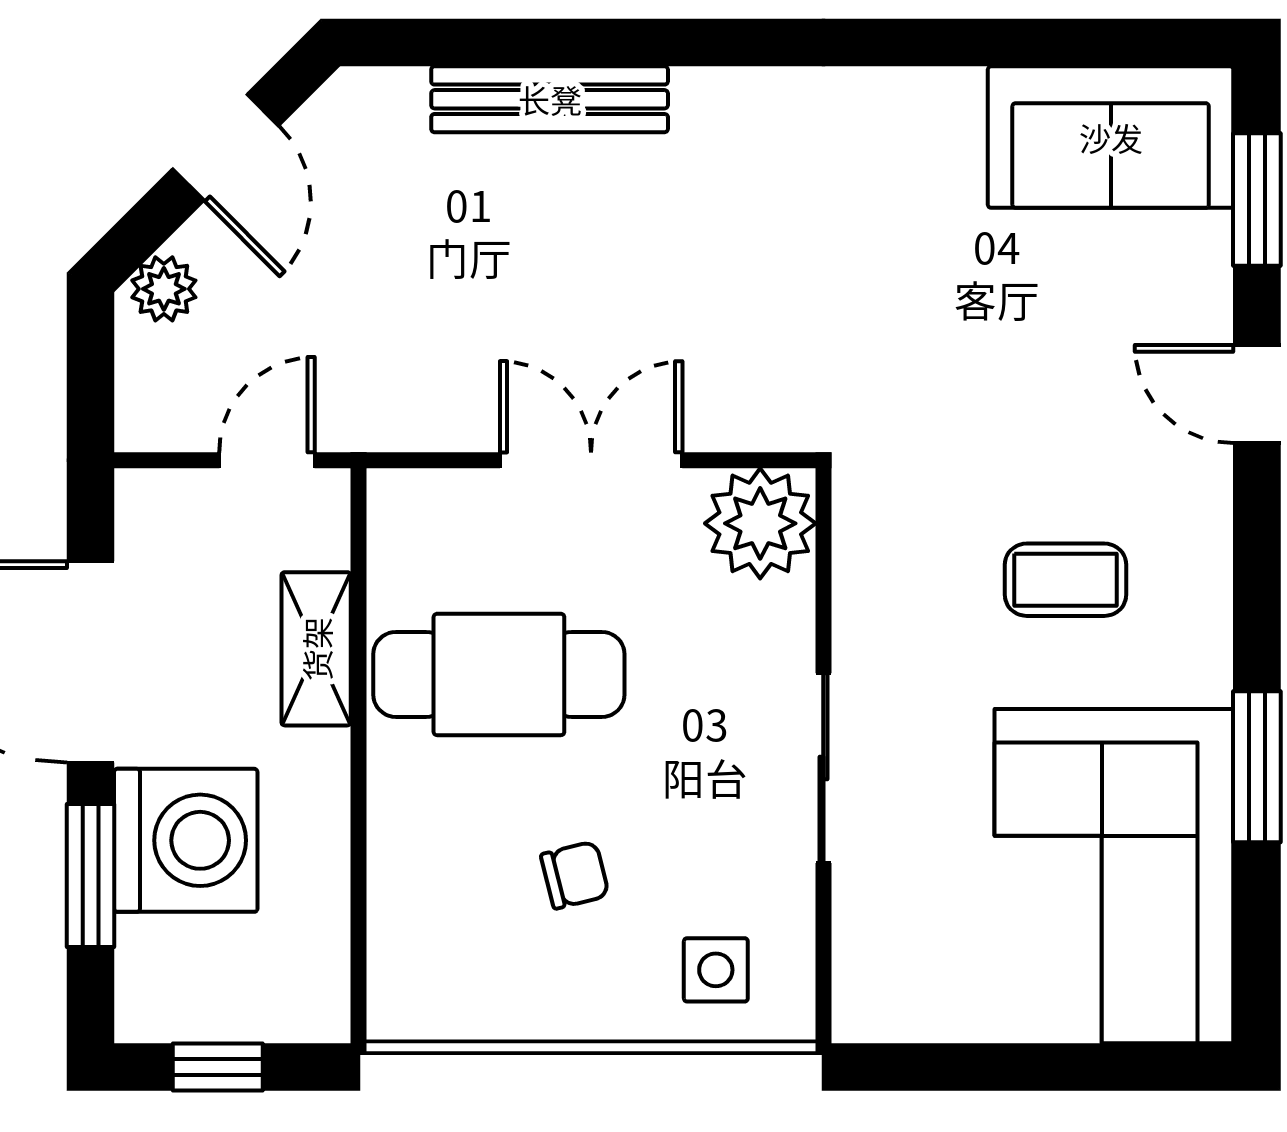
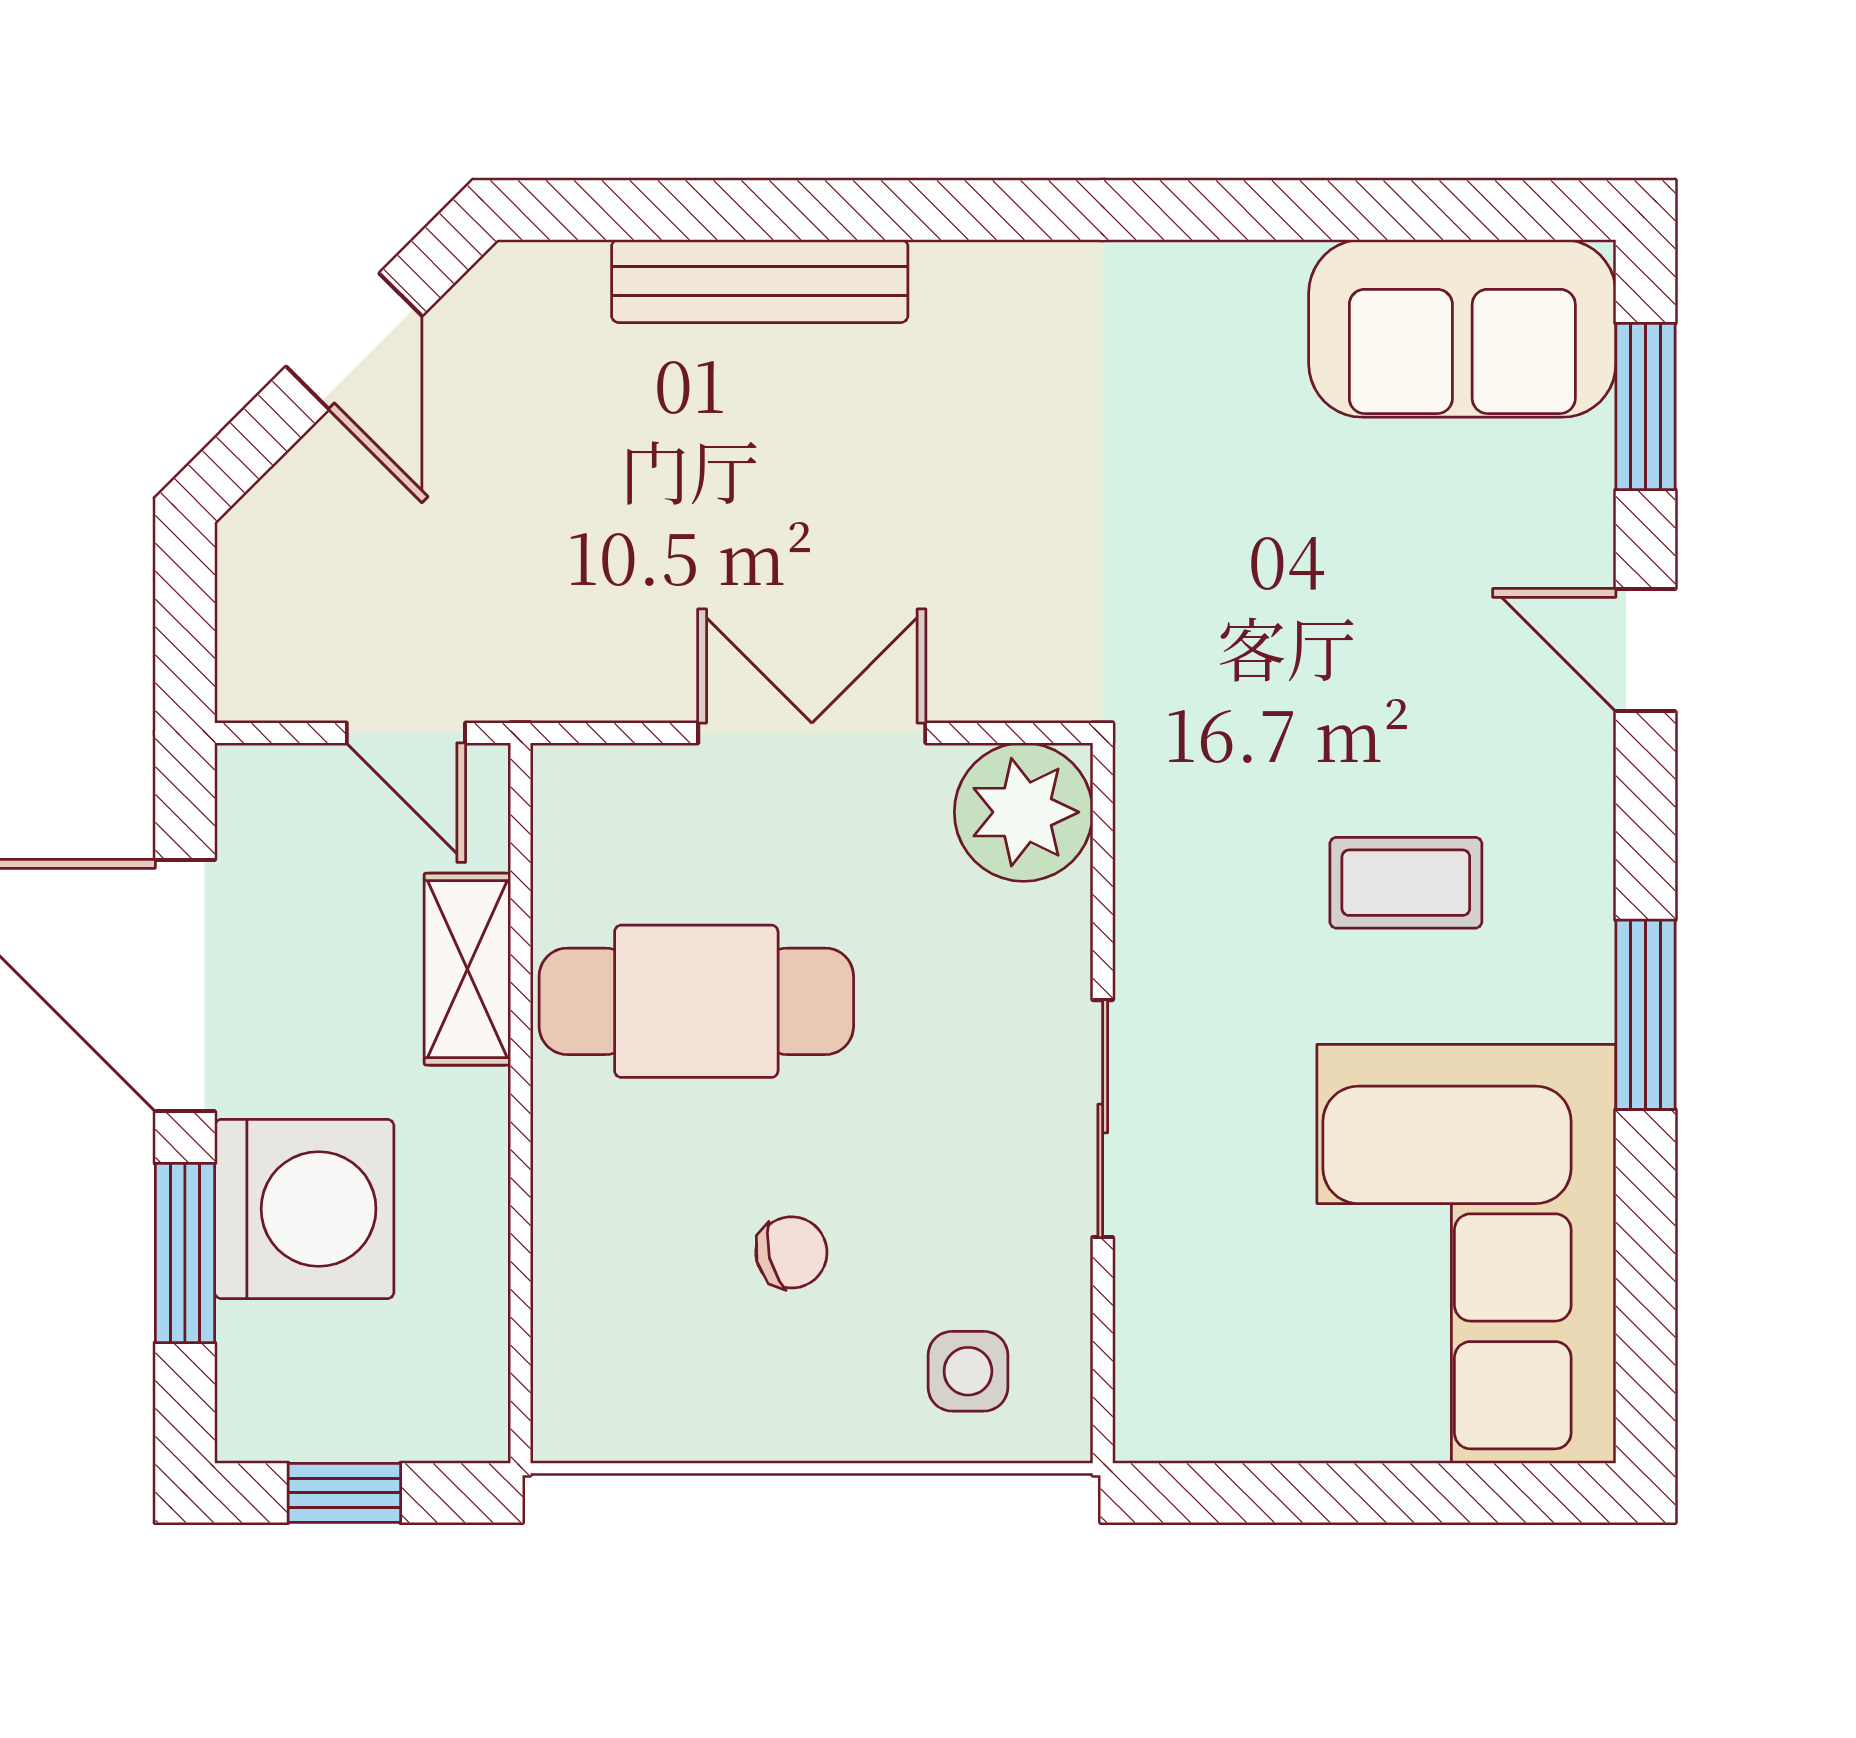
plant: (164, 289) -> (277, 518), removed
door: (267, 460) -> (406, 733), swing flipped
window: (1257, 767) -> (1645, 1015), moved

